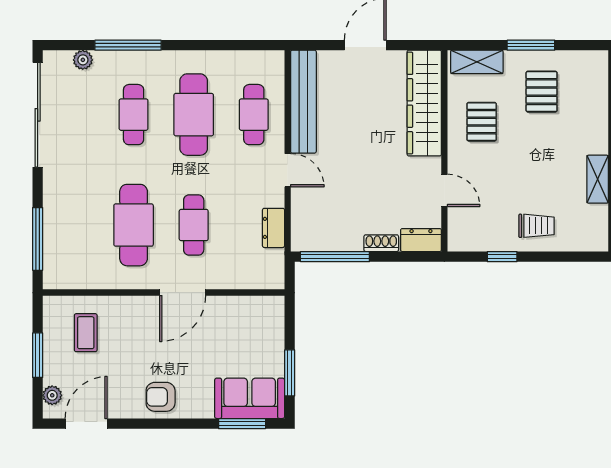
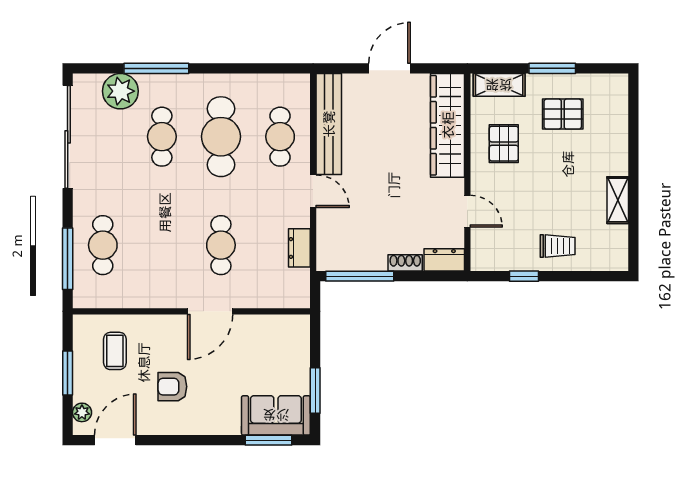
plant: (83, 60) -> (120, 91), width x1.87, depth x1.87
pallet: (542, 92) -> (563, 114), turned 90
cafe table: (134, 225) -> (103, 245), moved, width x0.73, depth x0.74
armchair: (161, 397) -> (172, 387), moved

